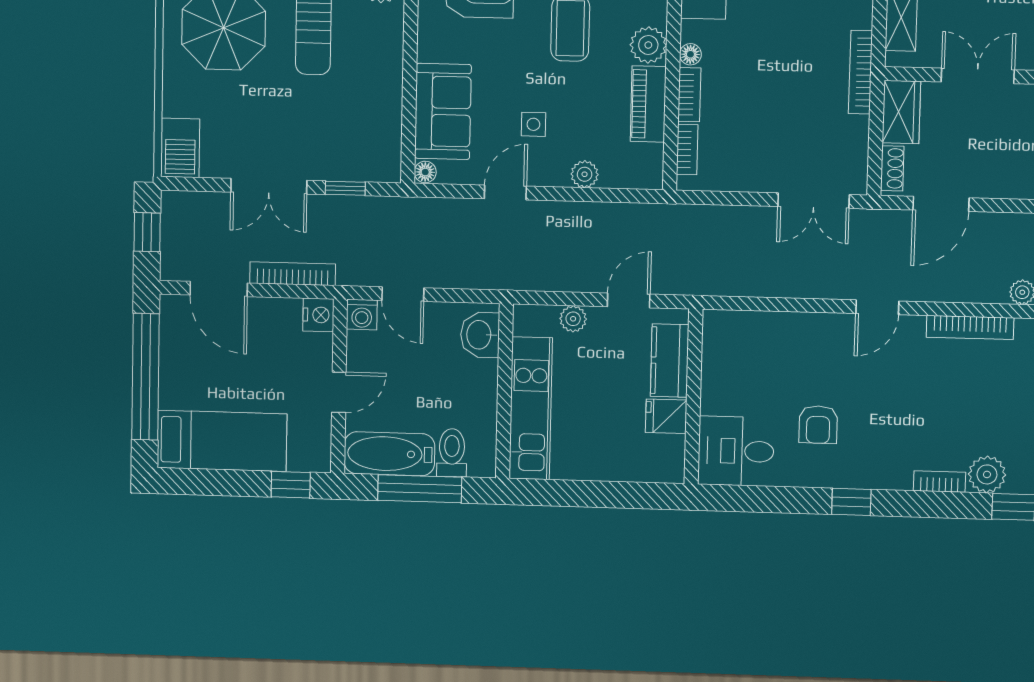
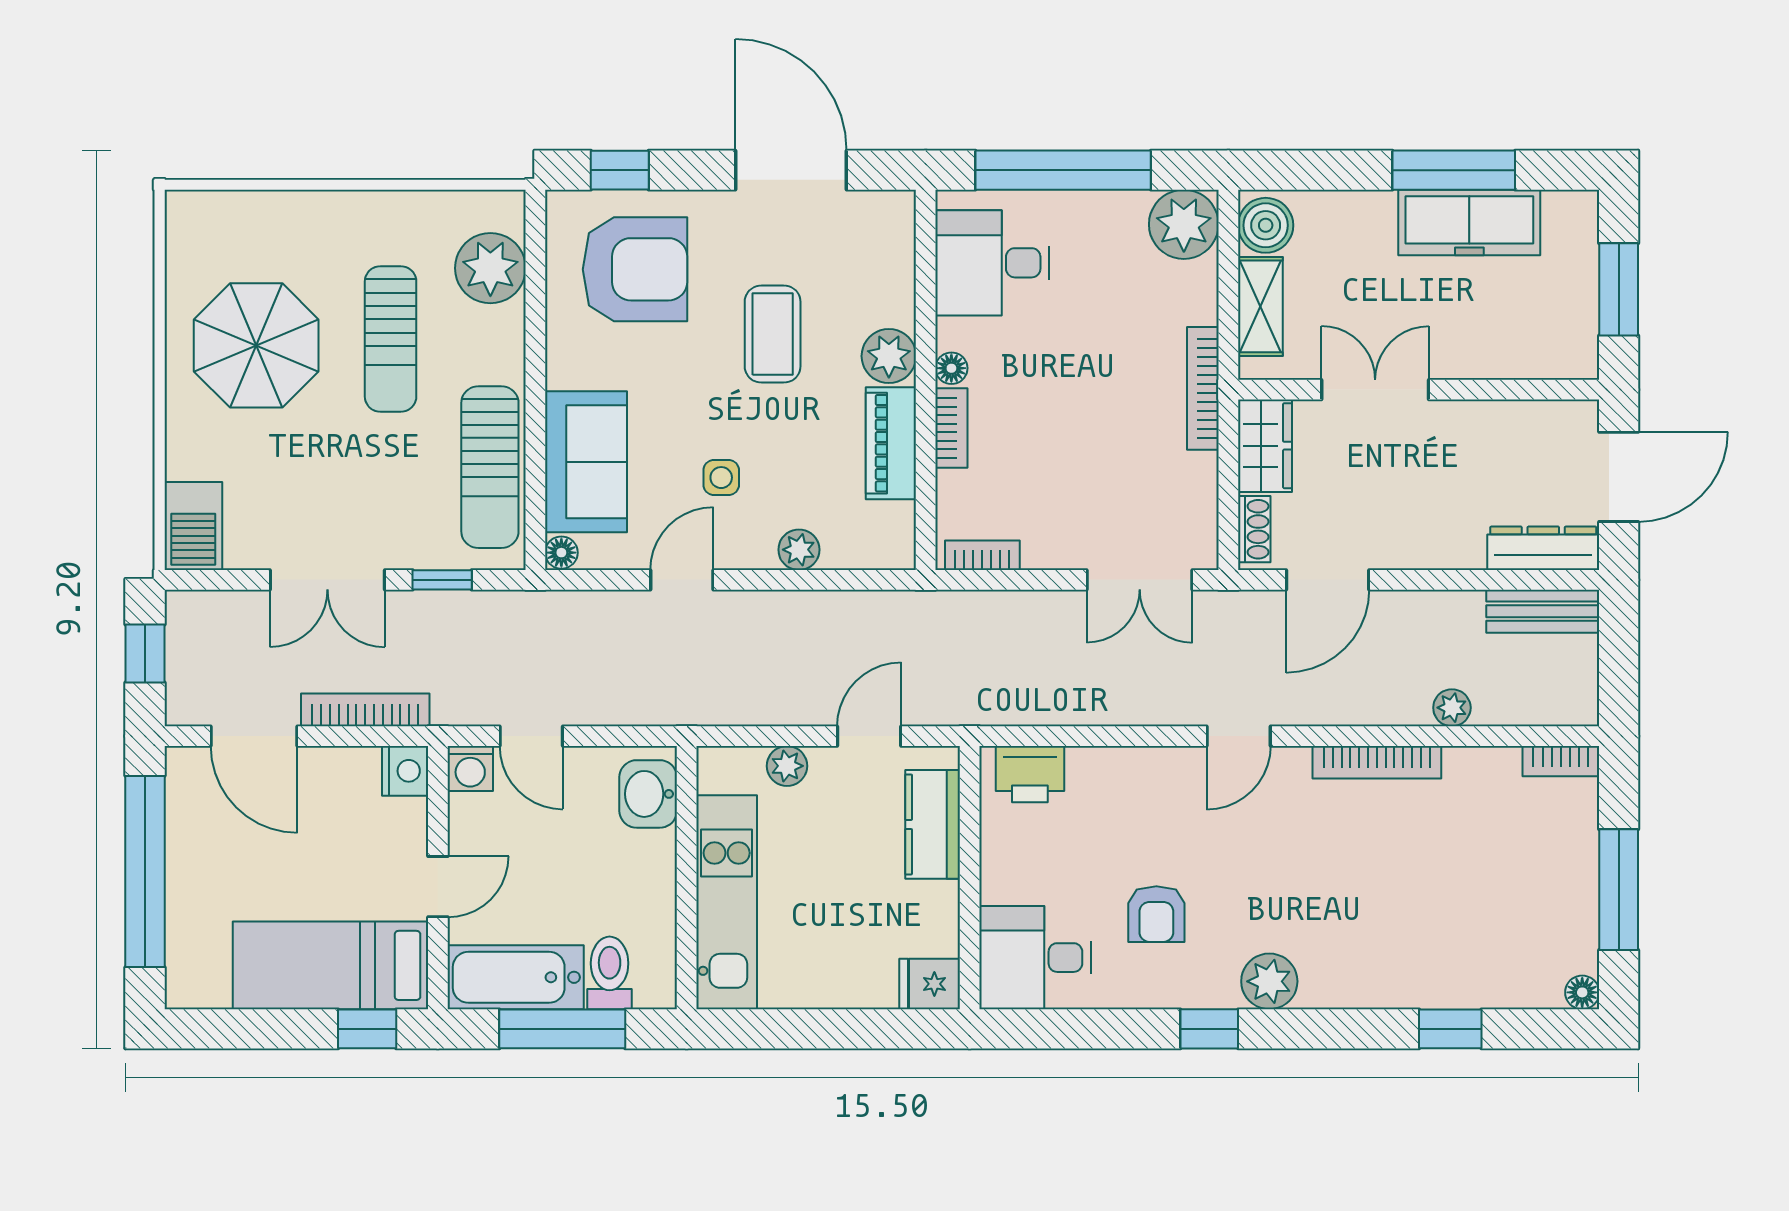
sun lounger: (379, 113) -> (490, 467), added
bookcase: (687, 149) -> (982, 555), moved, turned -90
printer: (736, 329) -> (1030, 774), added
fridge: (666, 416) -> (930, 984), moved
bed: (222, 441) -> (330, 965), moved, turned 180
plant: (987, 474) -> (1269, 981), moved
bookcase: (939, 481) -> (1339, 994), removed

